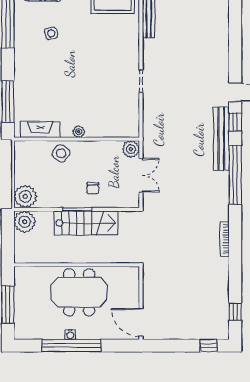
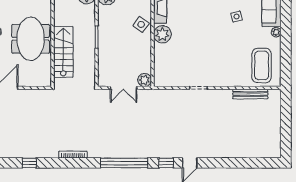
plant: (79, 132) -> (162, 34), width x1.88, depth x1.88
bench: (221, 139) -> (153, 152), removed
chair: (93, 188) -> (113, 50), removed
stairs: (86, 223) -> (63, 52), moved, turned 180
window: (235, 312) -> (29, 163), moved

